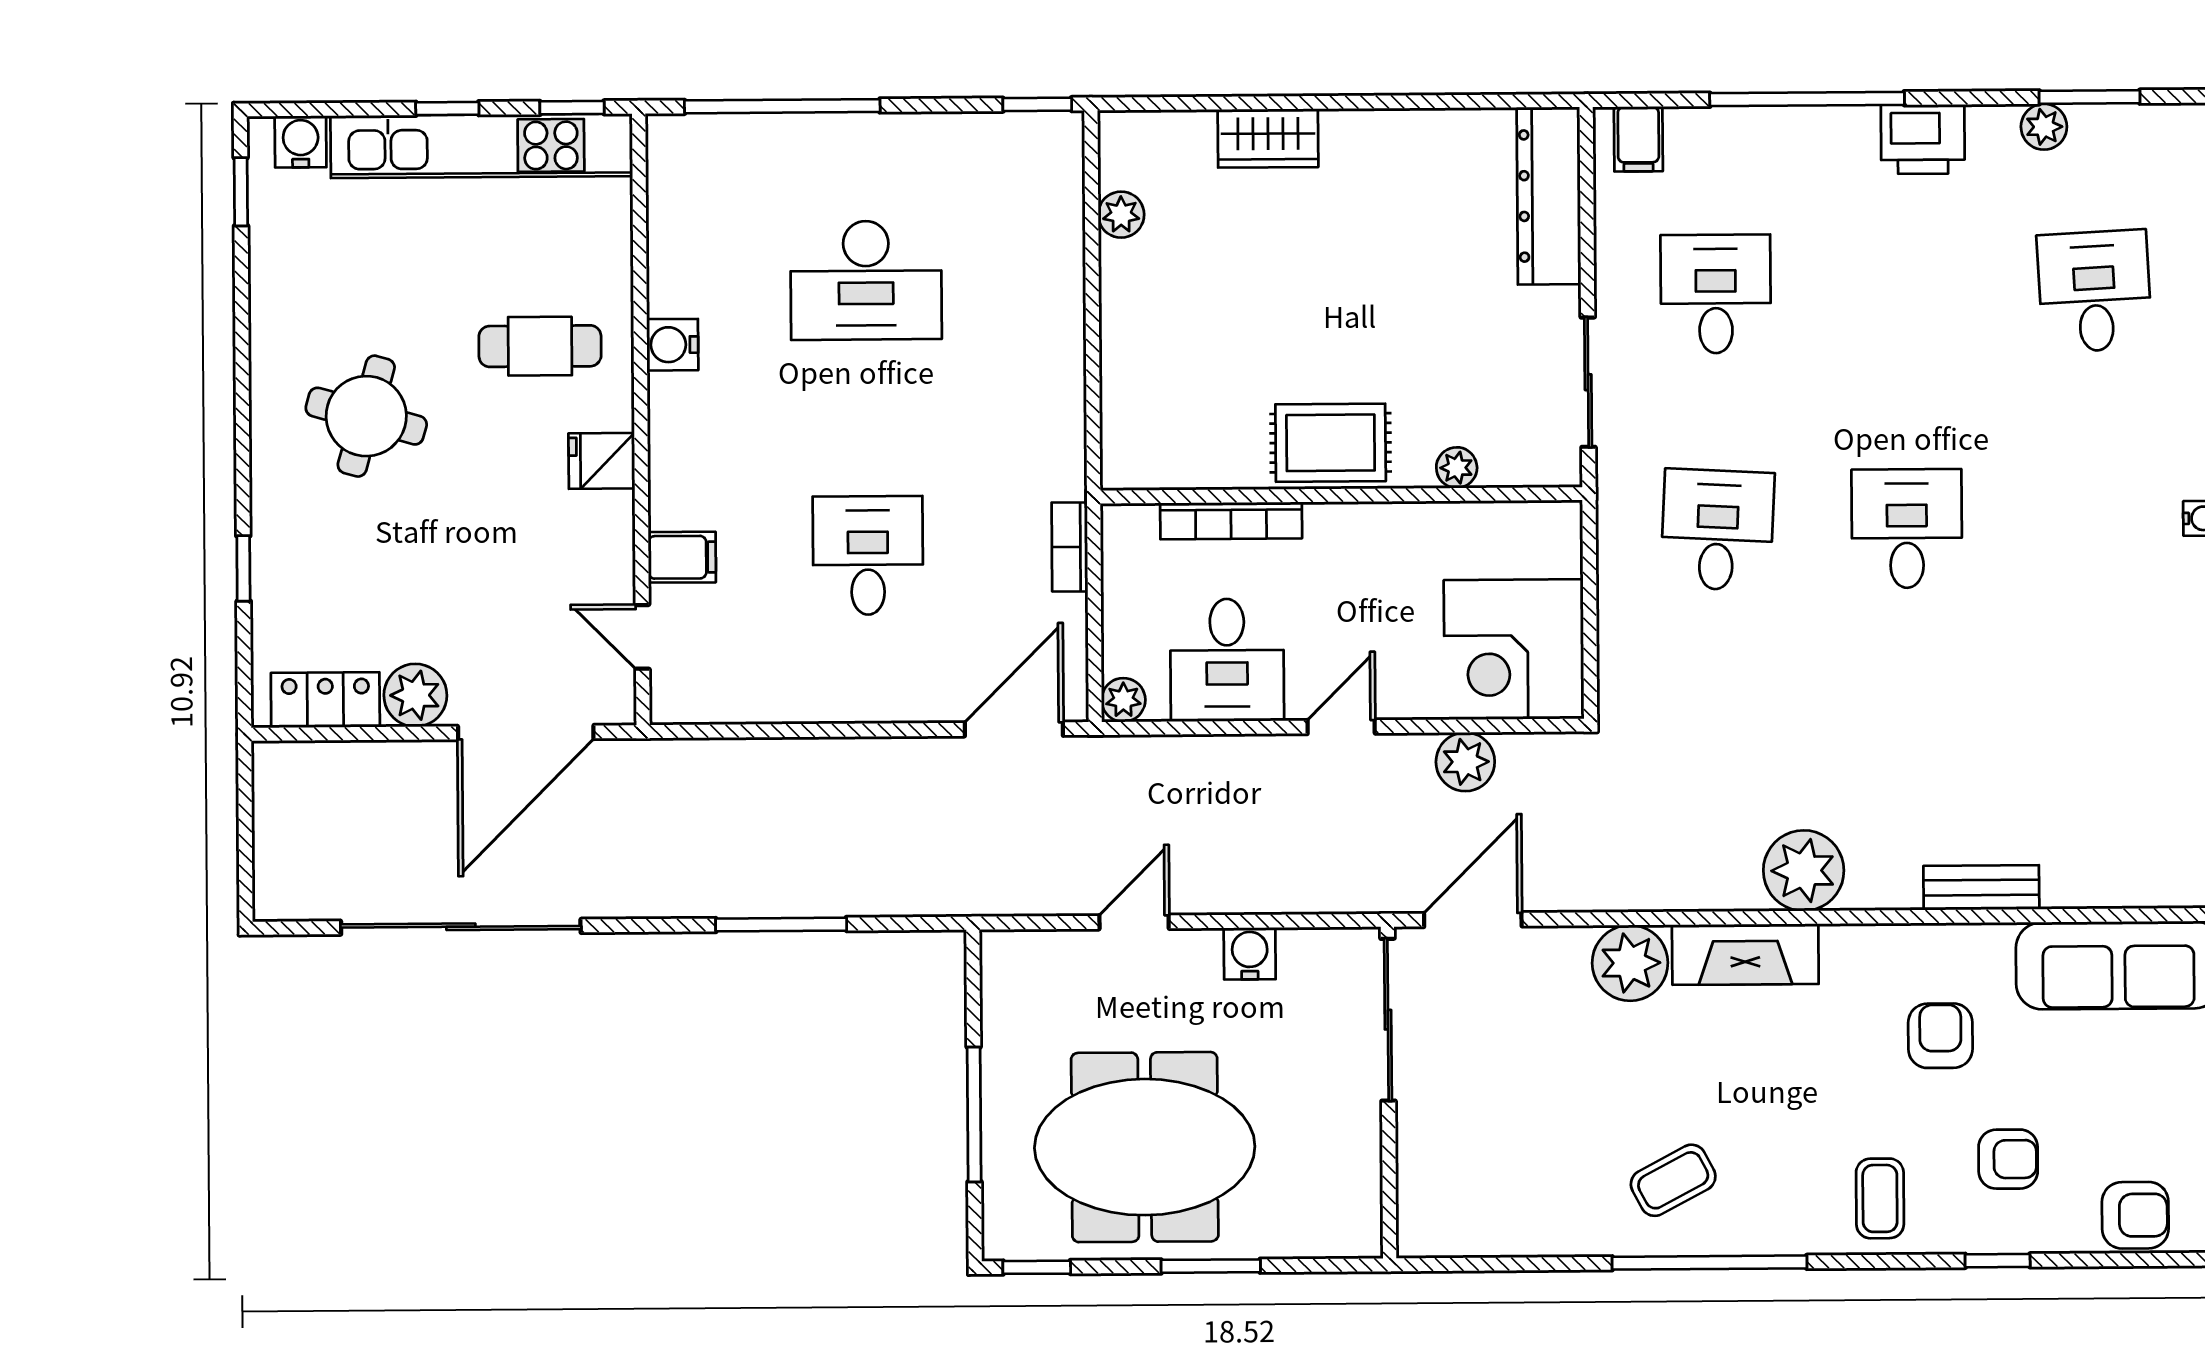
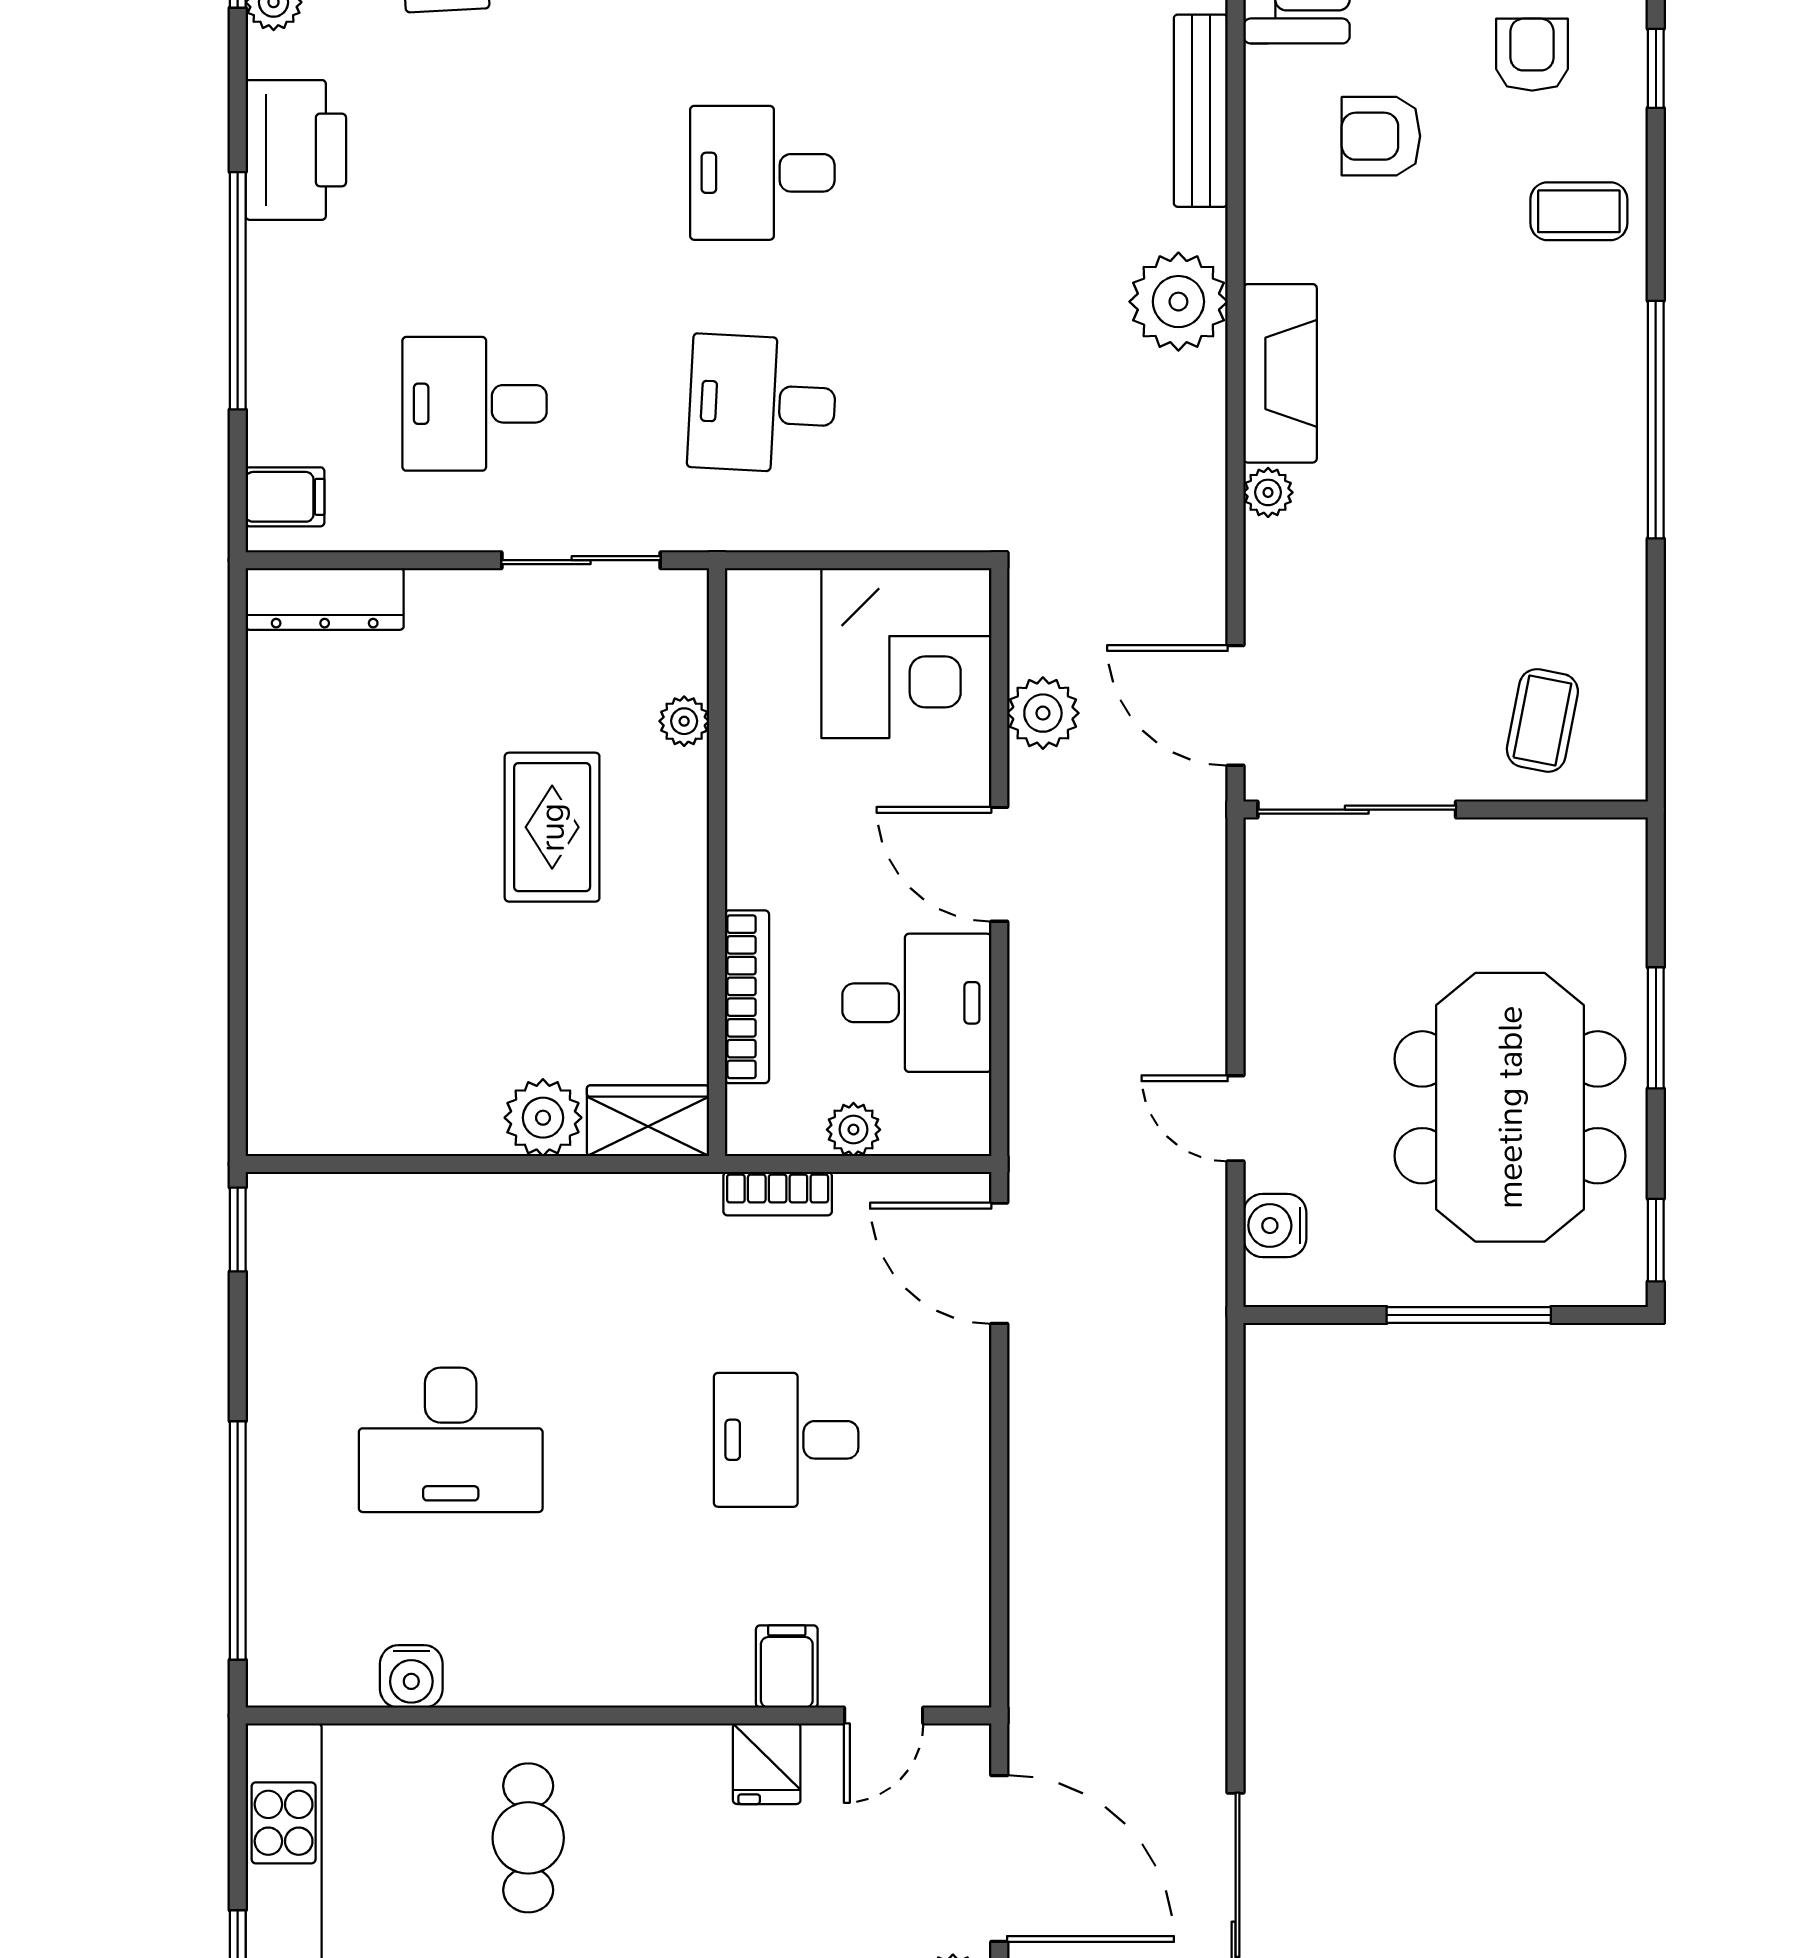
window: (572, 108) -> (238, 1797), removed
wardrobe: (1268, 138) -> (648, 1121), moved, turned -90
printer: (1923, 139) -> (296, 150), width x1.37, depth x1.19
dresser: (1549, 196) -> (325, 599), width x0.73, depth x0.80
plant: (1121, 215) -> (543, 1118), moved, width x1.38, depth x1.38
desk: (866, 280) -> (451, 1440), turned 90
water cooler: (672, 345) -> (411, 1676), moved
rug: (1331, 443) -> (552, 827), moved
fridge: (602, 461) -> (767, 1764), moved
plant: (1123, 700) -> (853, 1130), moved
door: (1341, 727) -> (999, 864), width x1.38
bench: (1981, 888) -> (1201, 111), width x1.36
window: (781, 925) -> (1236, 1549), removed
water cooler: (1250, 954) -> (1275, 1226), moved
plant: (1630, 963) -> (1268, 492), width x0.53, depth x0.53
coffee table: (1673, 1180) -> (1542, 720), moved, turned 39

